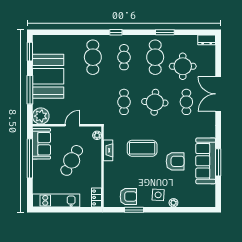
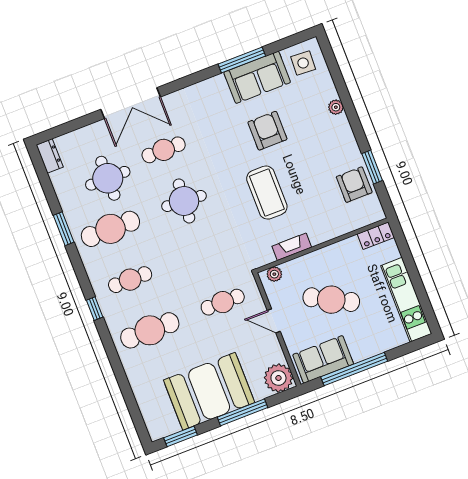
cafe table: (124, 102) -> (223, 302), moved
sofa: (206, 161) -> (257, 77), width x0.73
side table: (158, 195) -> (303, 63), moved

